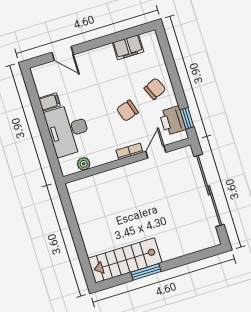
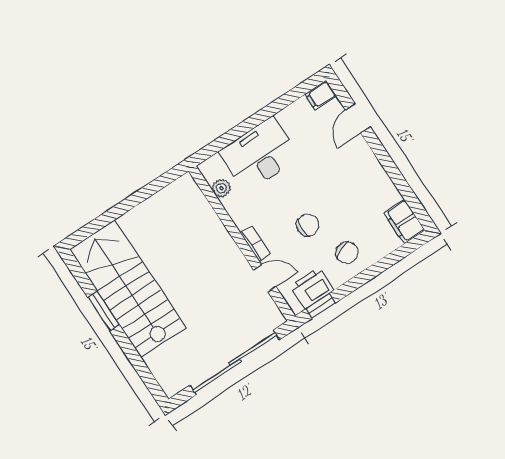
filing cabinet: (128, 47) -> (404, 222), moved
filing cabinet: (49, 102) -> (321, 95), moved, turned 90
chair: (127, 111) -> (308, 225), turned 107
stairs: (125, 260) -> (128, 289), width x1.36, depth x1.51

